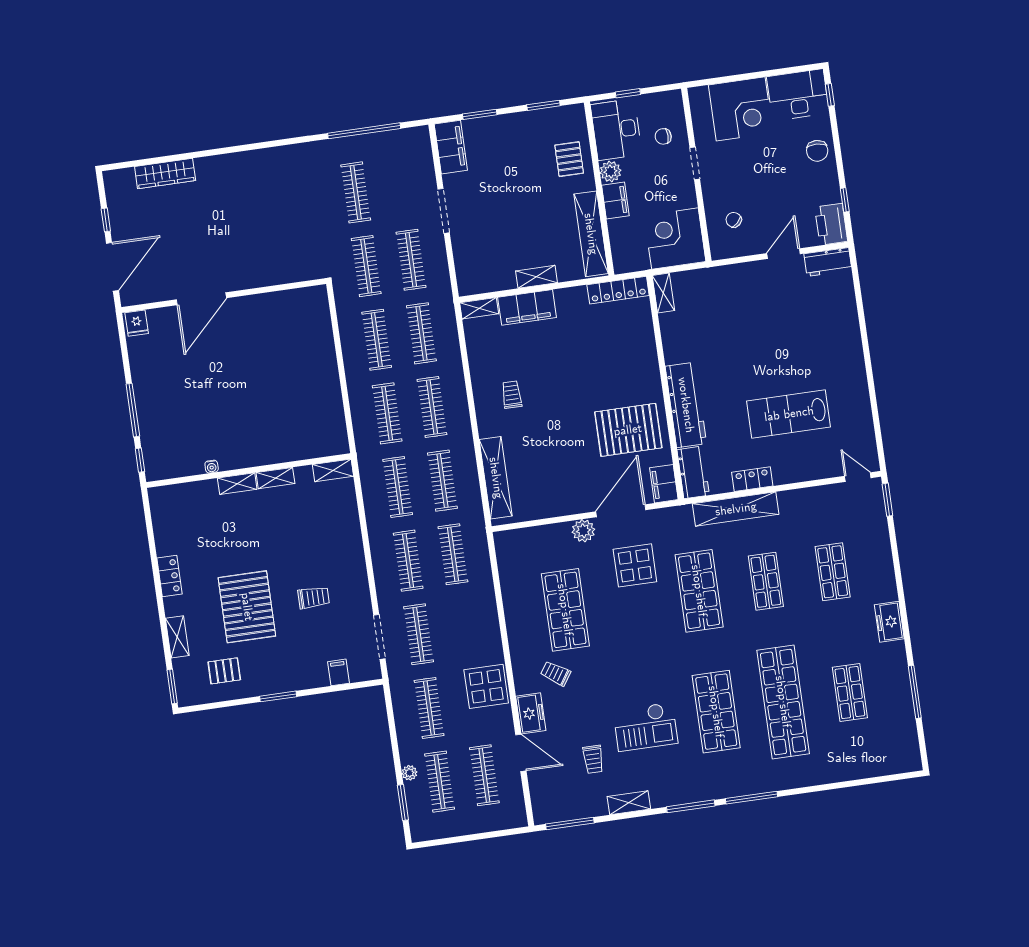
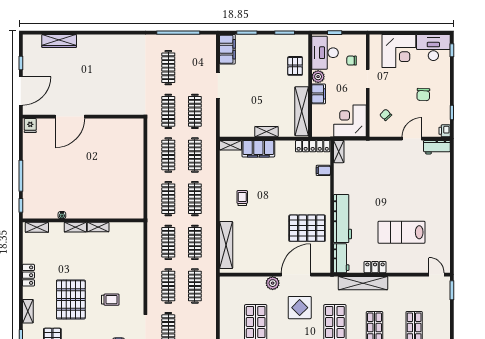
chair: (817, 151) -> (423, 95), moved
printer: (831, 224) -> (445, 131), width x0.53, depth x0.68
shelving: (333, 470) -> (37, 227), moved
filing cabinet: (664, 484) -> (323, 170), moved, width x0.50

